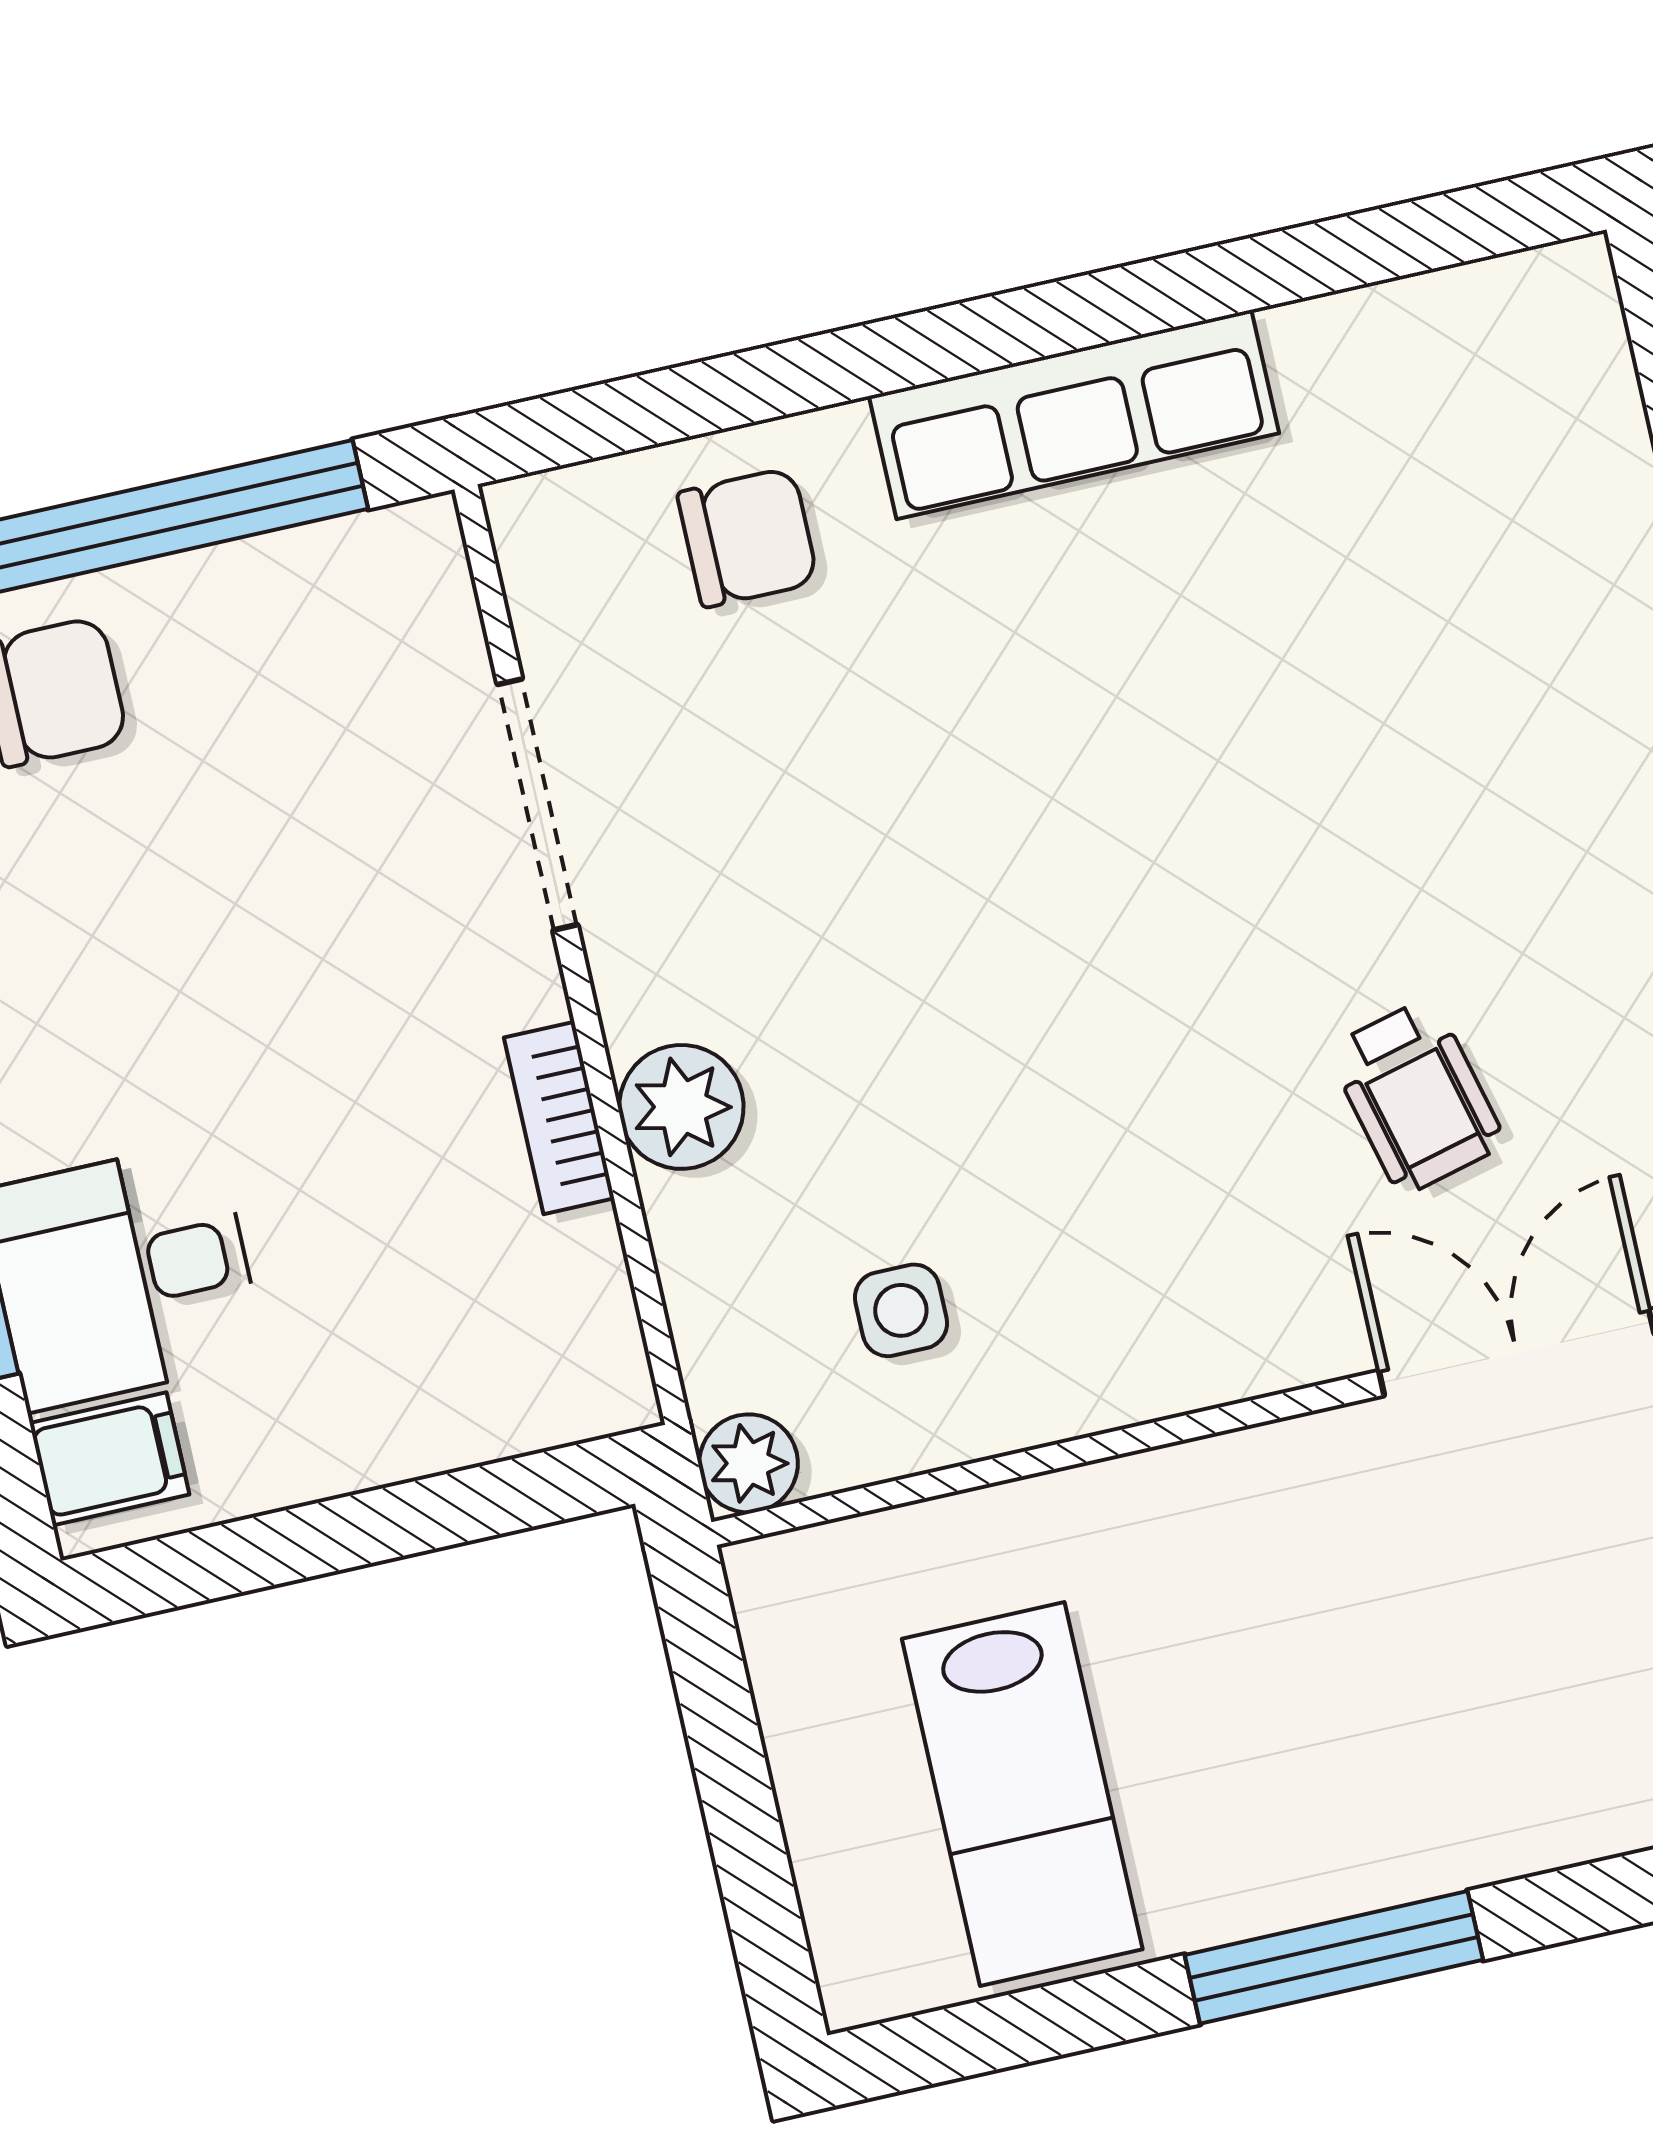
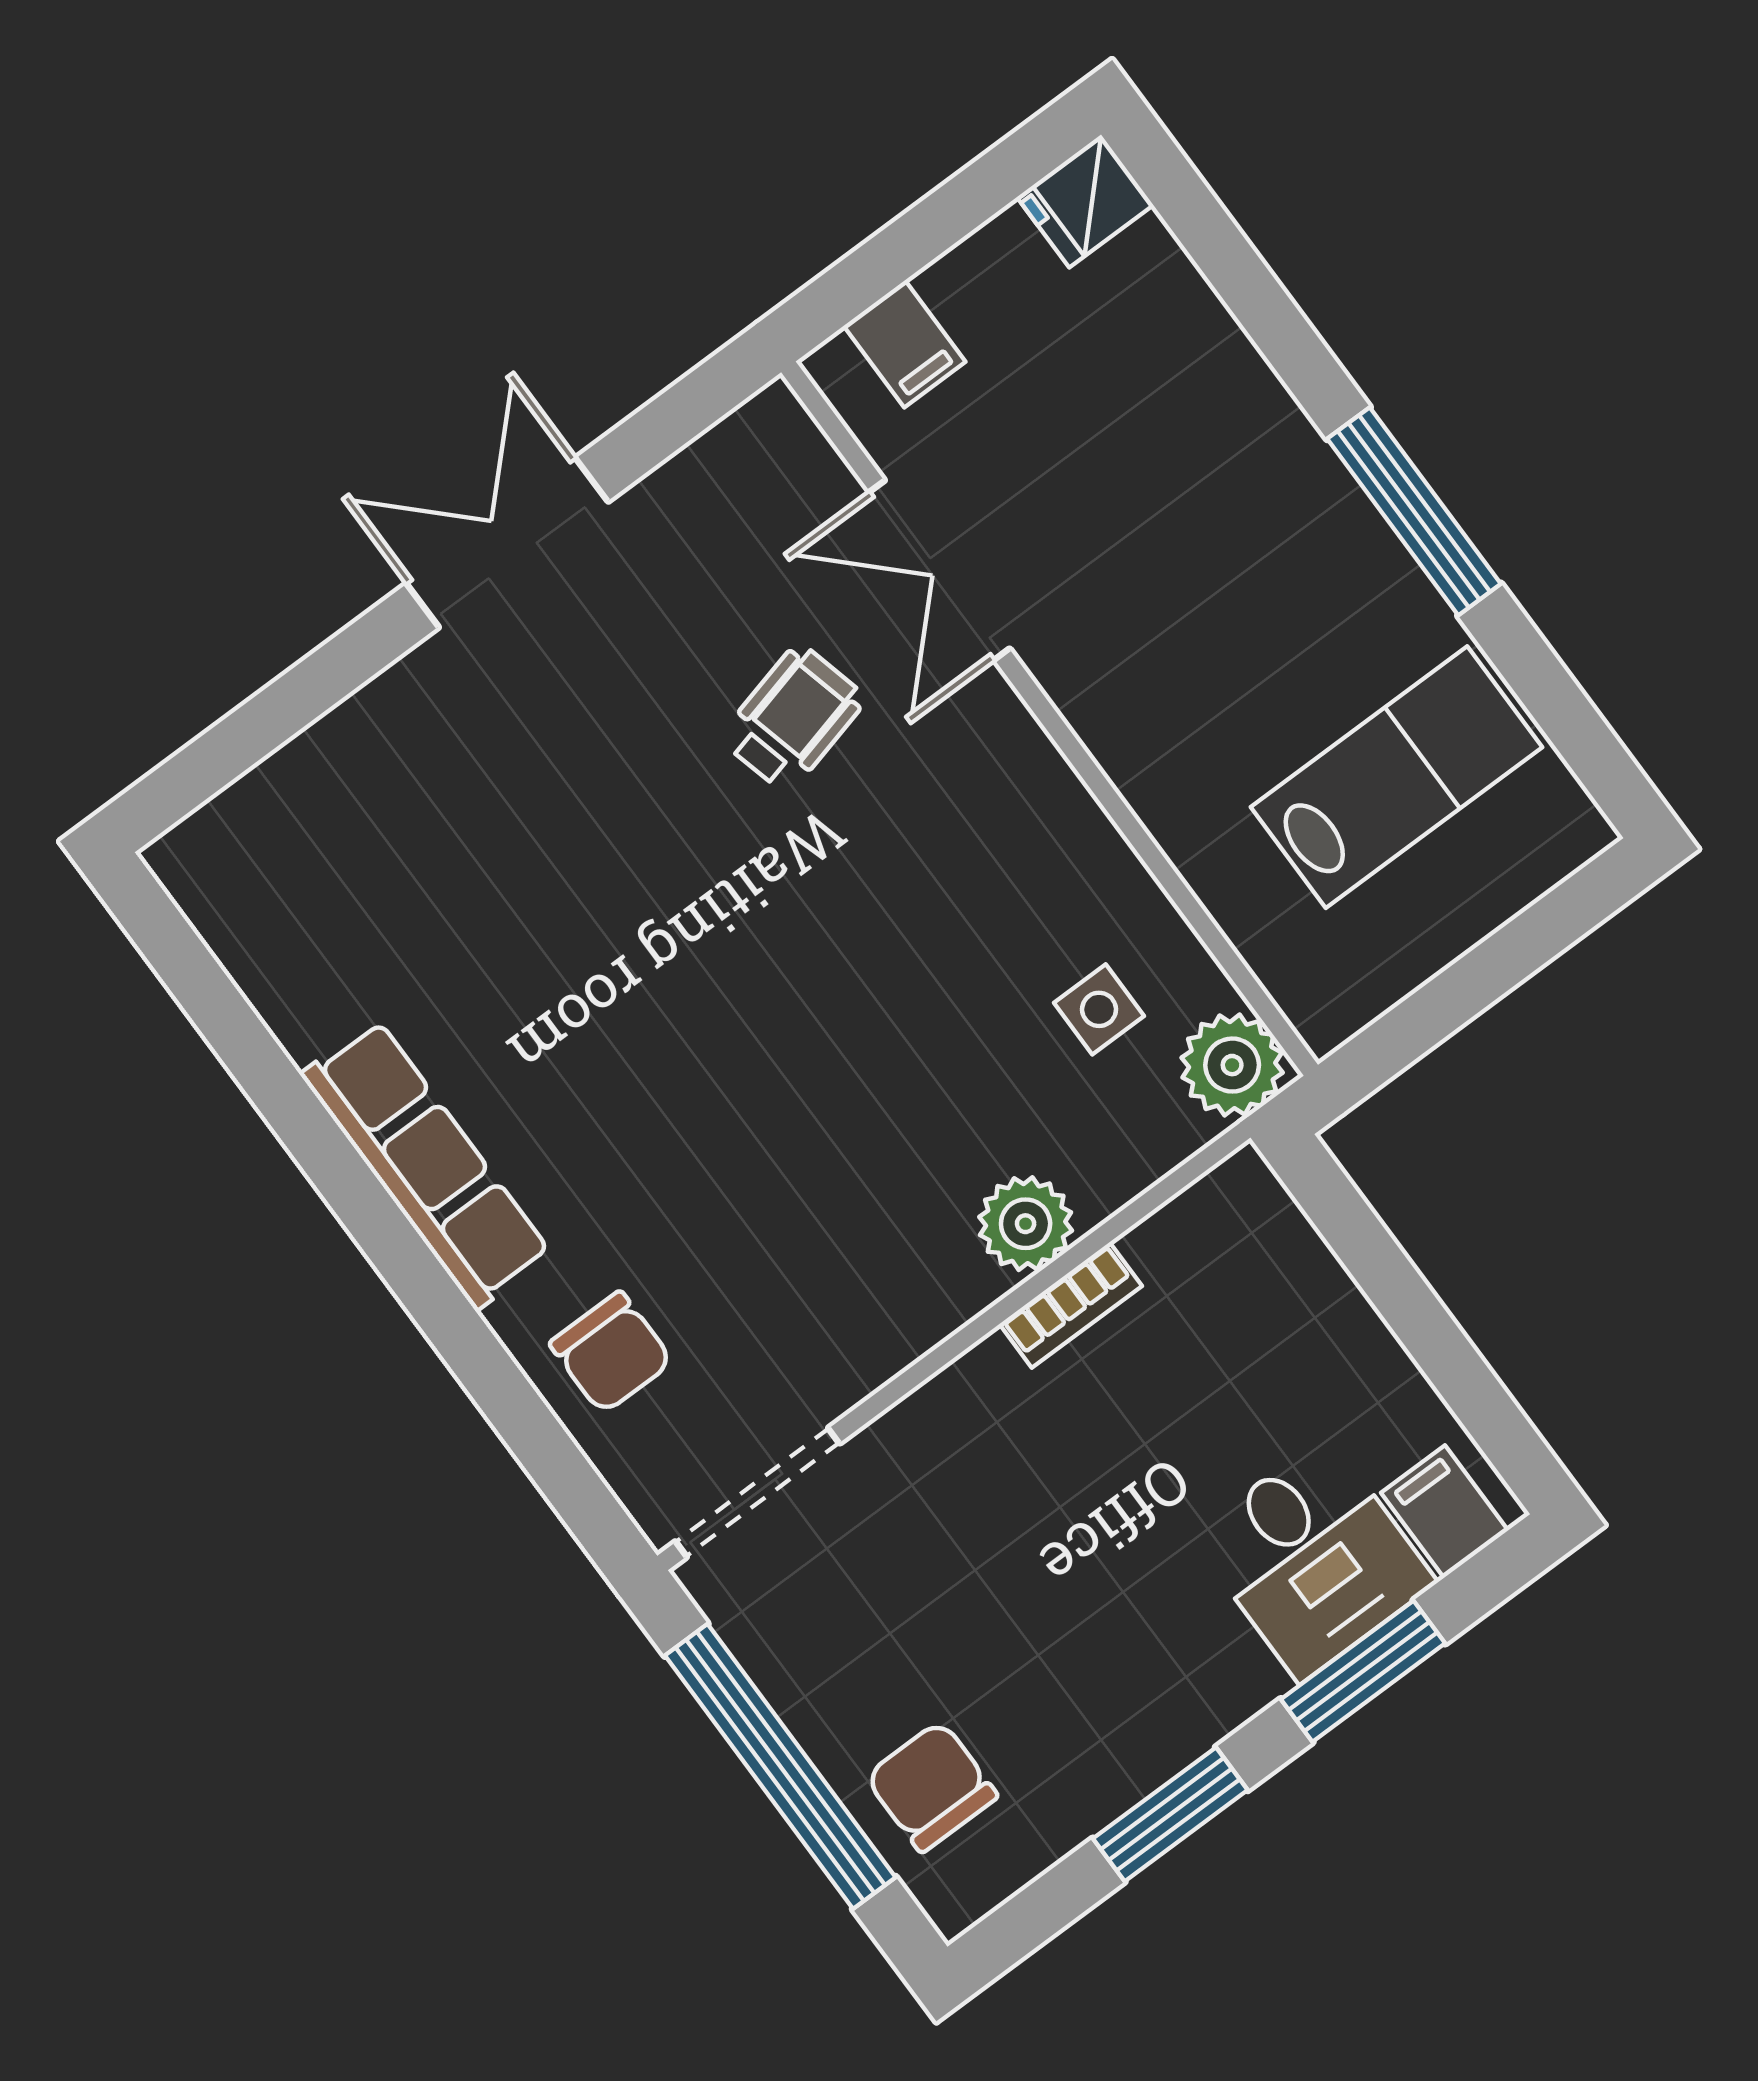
chair: (748, 537) -> (611, 1352), turned 180
doorway: (538, 804) -> (757, 1492), moved
plant: (748, 1463) -> (1232, 1065), width x1.38, depth x1.38

